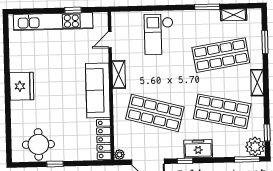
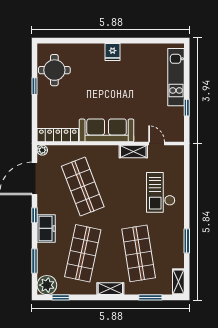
shelving: (234, 15) -> (178, 282), moved
kitchen unit: (53, 22) -> (176, 77), width x0.73
checkout: (159, 34) -> (161, 192), turned -90
shelving: (119, 74) -> (133, 151), moved
fridge: (22, 86) -> (113, 52), width x0.53, depth x0.75
shop shelf: (155, 113) -> (83, 187), turned -36
window: (247, 159) -> (35, 261), moved

